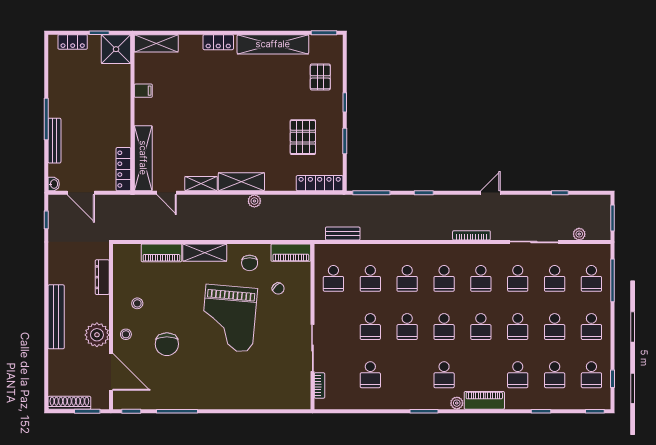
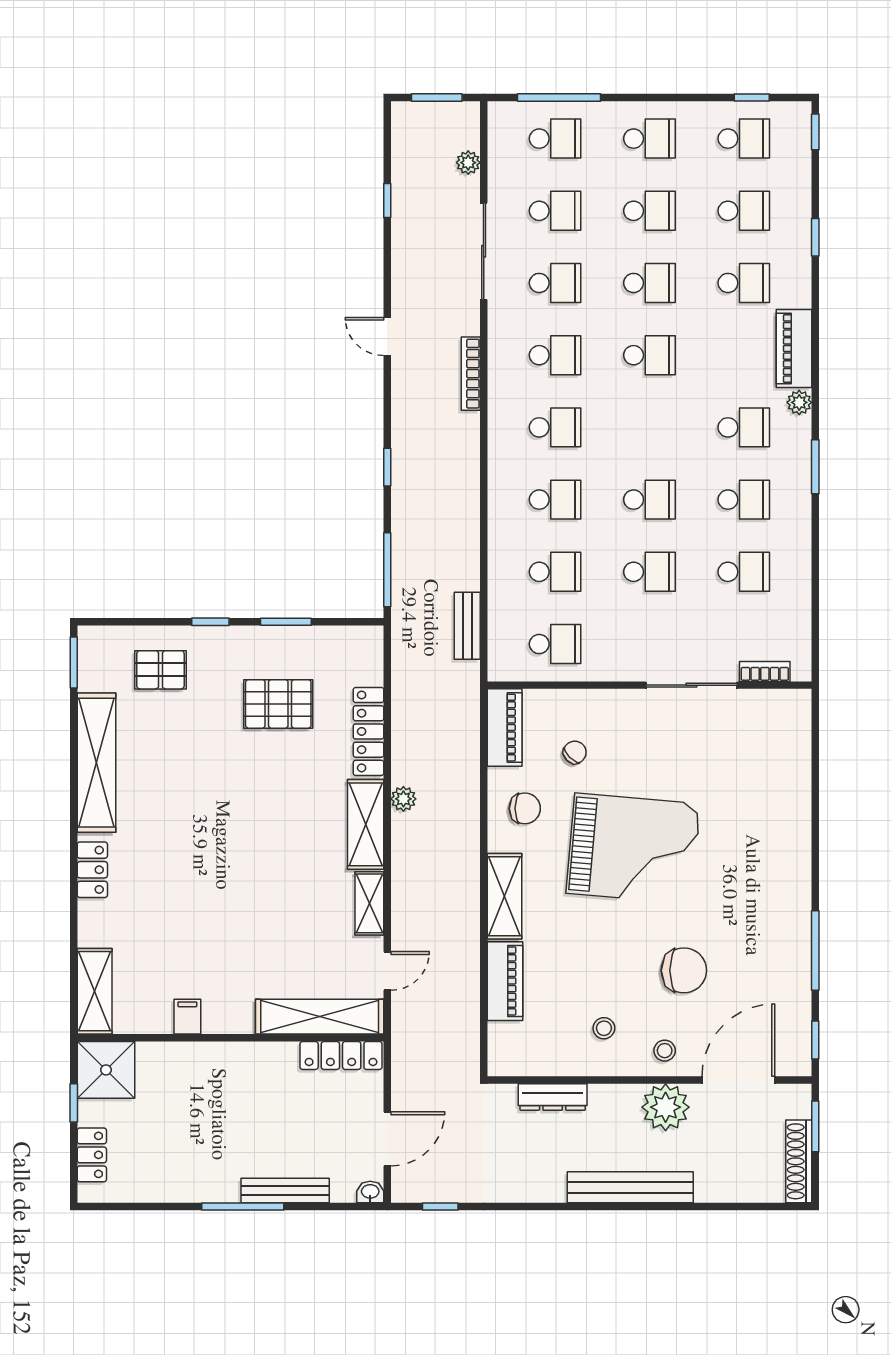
locker: (320, 183) -> (369, 731), moved
school desk: (444, 327) -> (744, 500), moved

